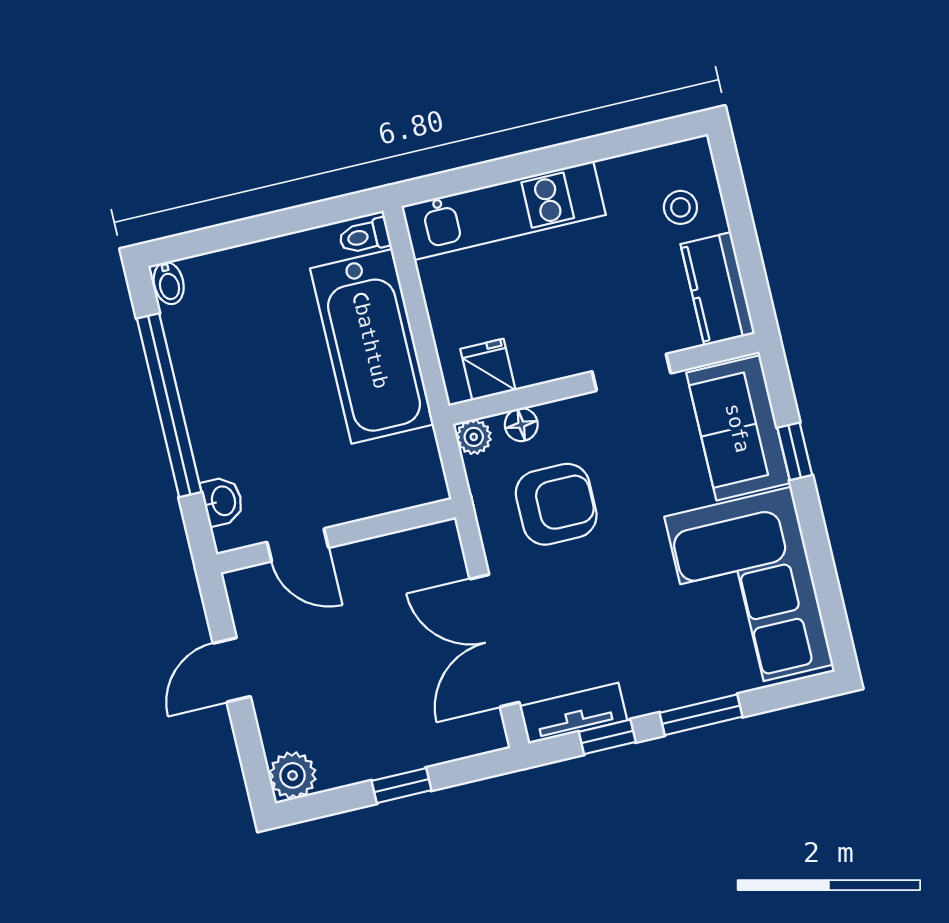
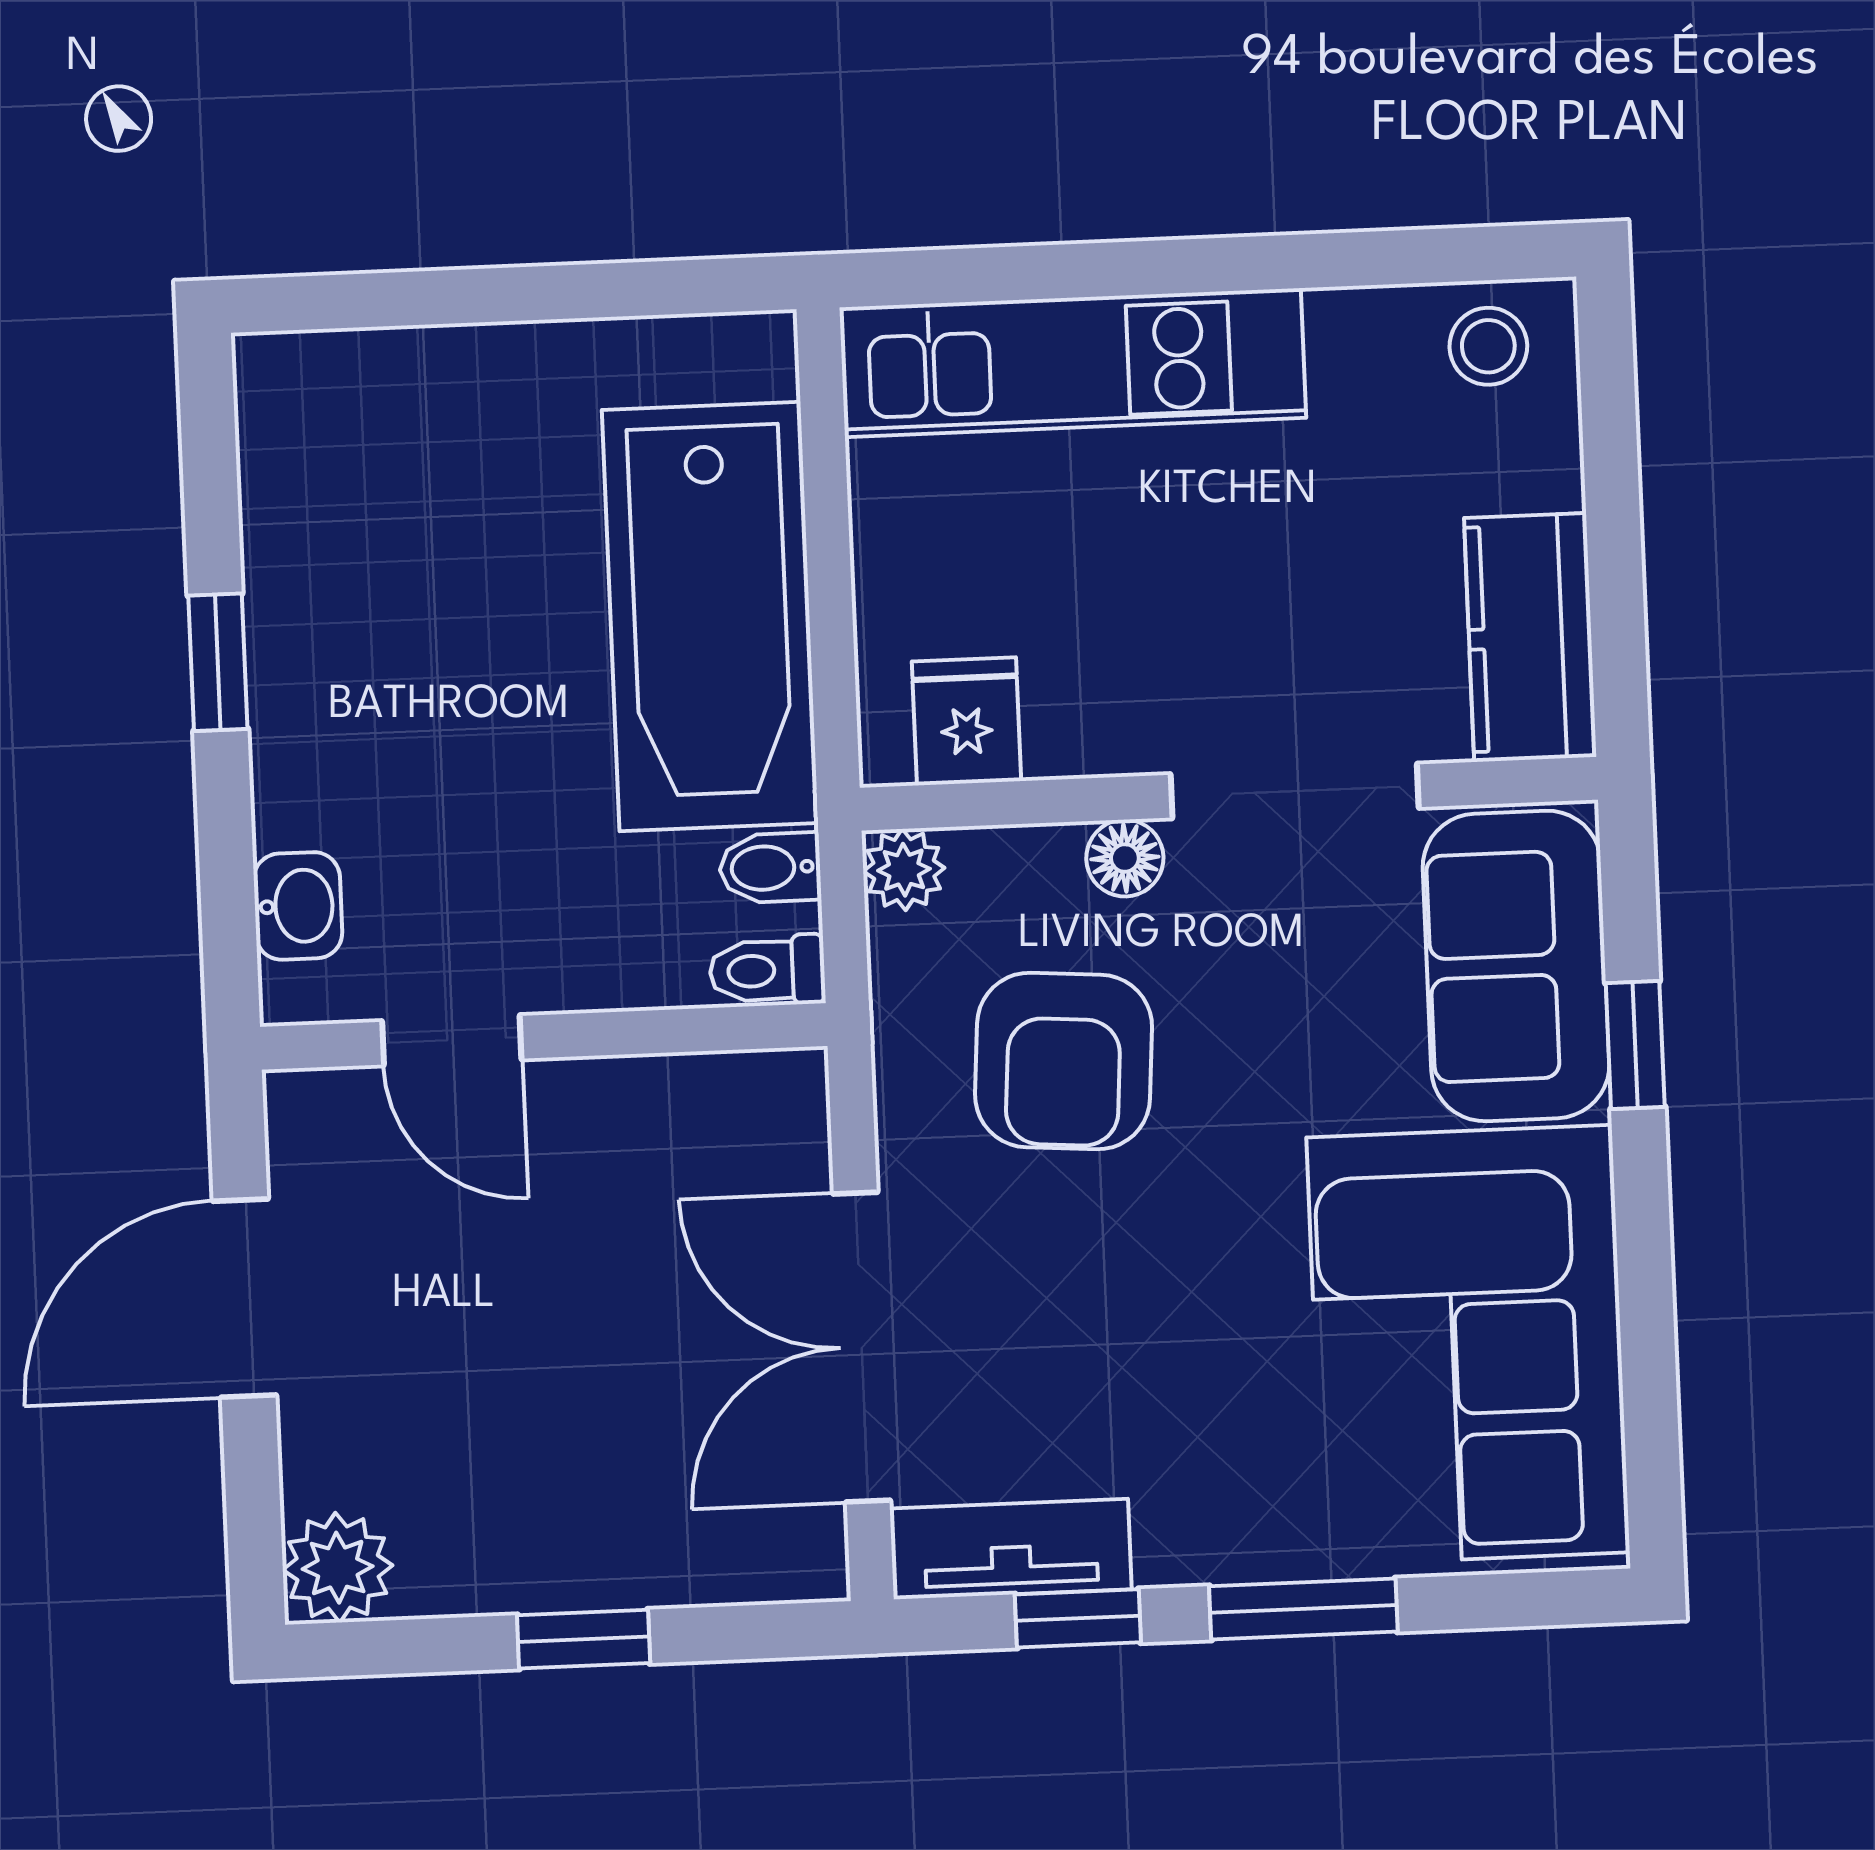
stool: (680, 207) -> (1488, 346), moved
toilet: (365, 236) -> (767, 971), moved
bidet: (169, 283) -> (770, 868), moved, turned 90
doorway: (631, 372) -> (1295, 791), width x1.38
window: (169, 405) -> (218, 662), width x0.32
floor lamp: (521, 425) -> (1125, 858), moved
armchair: (556, 504) -> (1064, 1061), turned 94
door: (232, 670) -> (245, 1298), width x1.38

